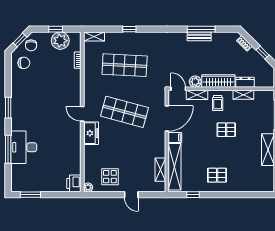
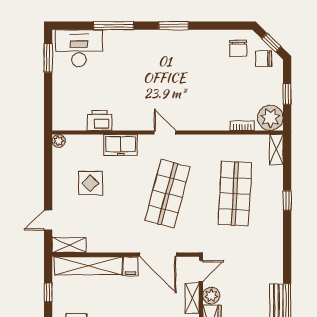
plant: (60, 41) -> (270, 118), moved
door: (82, 114) -> (165, 132), hinge flipped
freezer: (91, 133) -> (121, 145), moved
desk: (24, 147) -> (79, 48), moved
shelving: (160, 170) -> (69, 245), moved
display table: (110, 177) -> (90, 183), moved
printer: (74, 183) -> (99, 120), moved
door: (131, 195) -> (48, 220), moved

